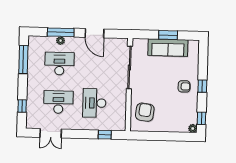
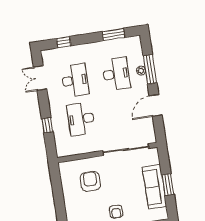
window: (23, 60) -> (114, 34), width x0.69
desk: (94, 103) -> (81, 119), turned -90
armchair: (145, 112) -> (90, 181), moved, turned -97
window: (105, 135) -> (47, 125), moved

